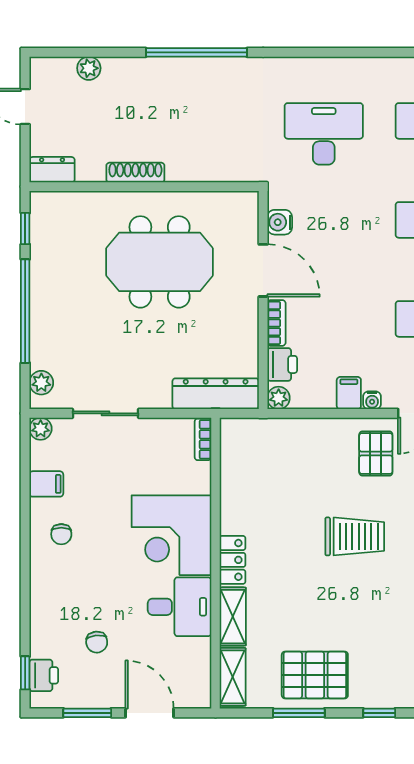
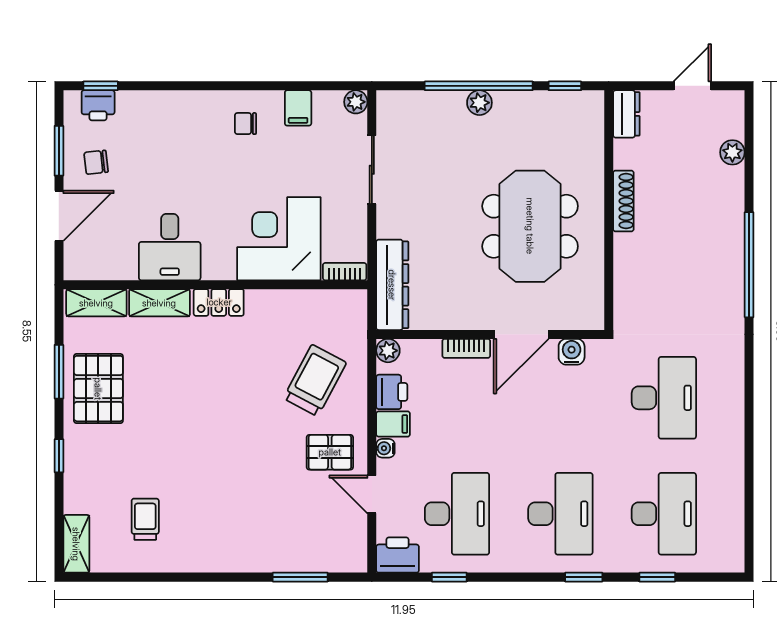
printer: (282, 364) -> (392, 392), moved, turned -90
plant: (41, 383) -> (479, 103), moved
corner desk: (171, 535) -> (279, 239), moved
trolley: (355, 536) -> (315, 380), moved, turned -152
chair: (97, 642) -> (96, 162), moved

